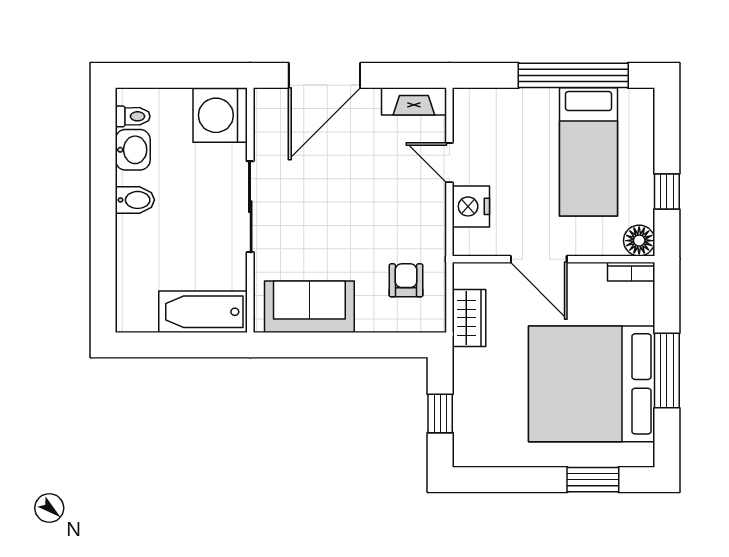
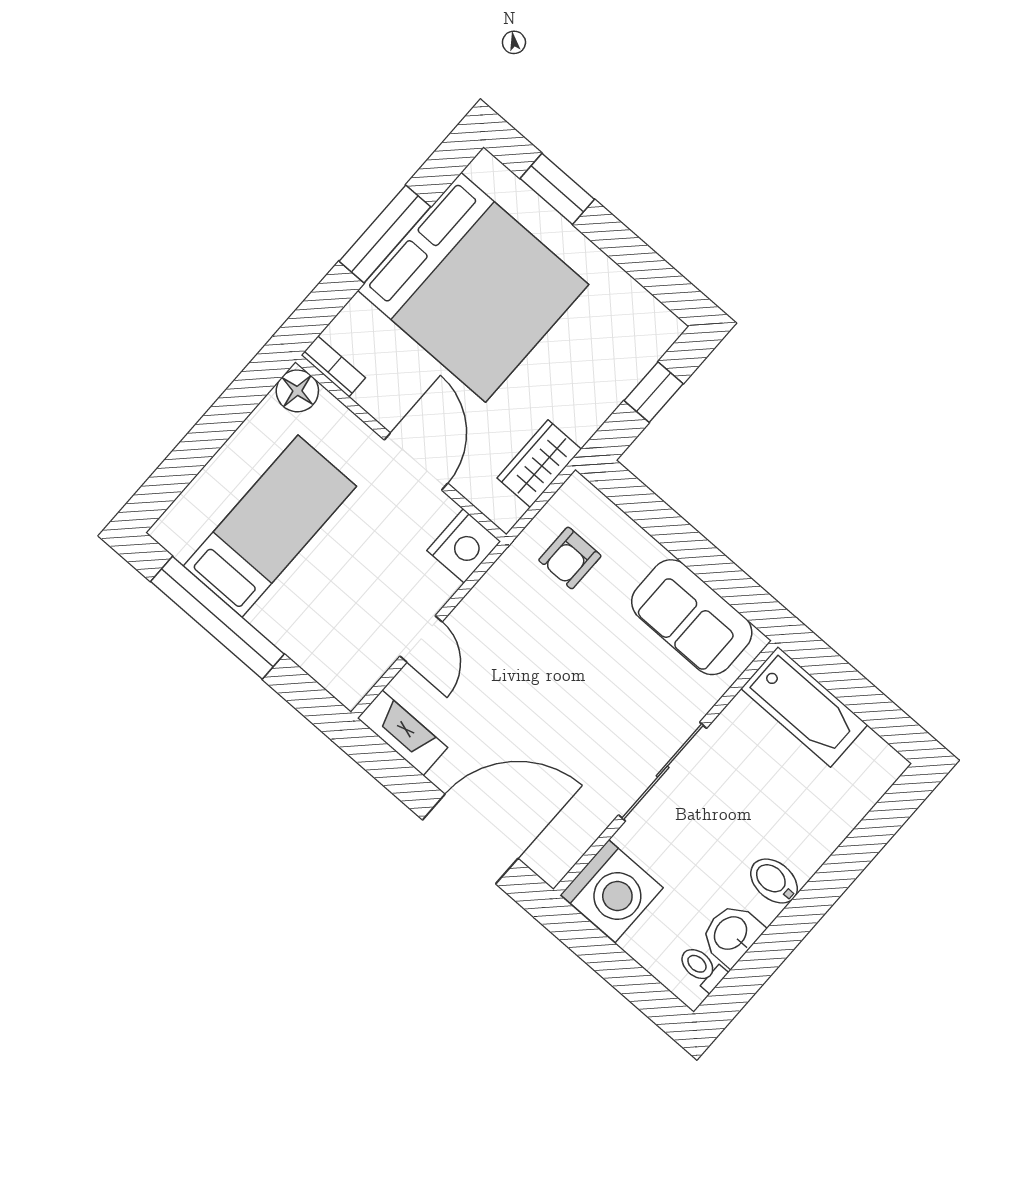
window: (667, 192) -> (226, 416), removed
nightstand: (471, 206) -> (464, 546), moved

